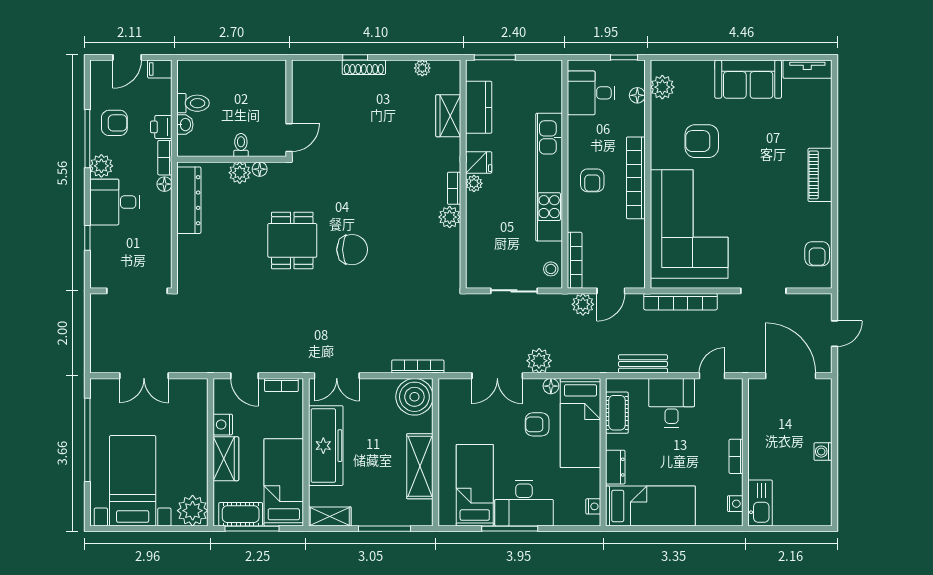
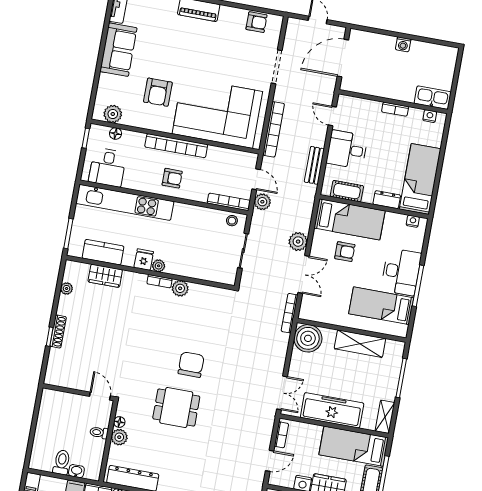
kitchen unit: (549, 177) -> (125, 202), moved
bookcase: (418, 367) -> (290, 313), moved
floor lamp: (551, 386) -> (318, 236), removed
armchair: (537, 424) -> (345, 252), turned -90

